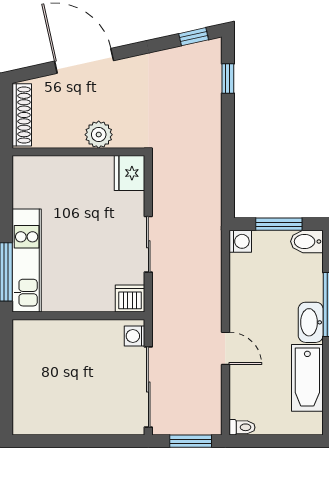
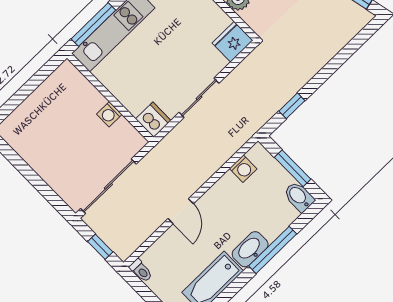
window: (228, 78) -> (292, 106), moved
washing machine: (240, 241) -> (243, 169), moved
washing machine: (134, 336) -> (109, 114), moved, turned -90
window: (191, 441) -> (100, 247), width x0.67

